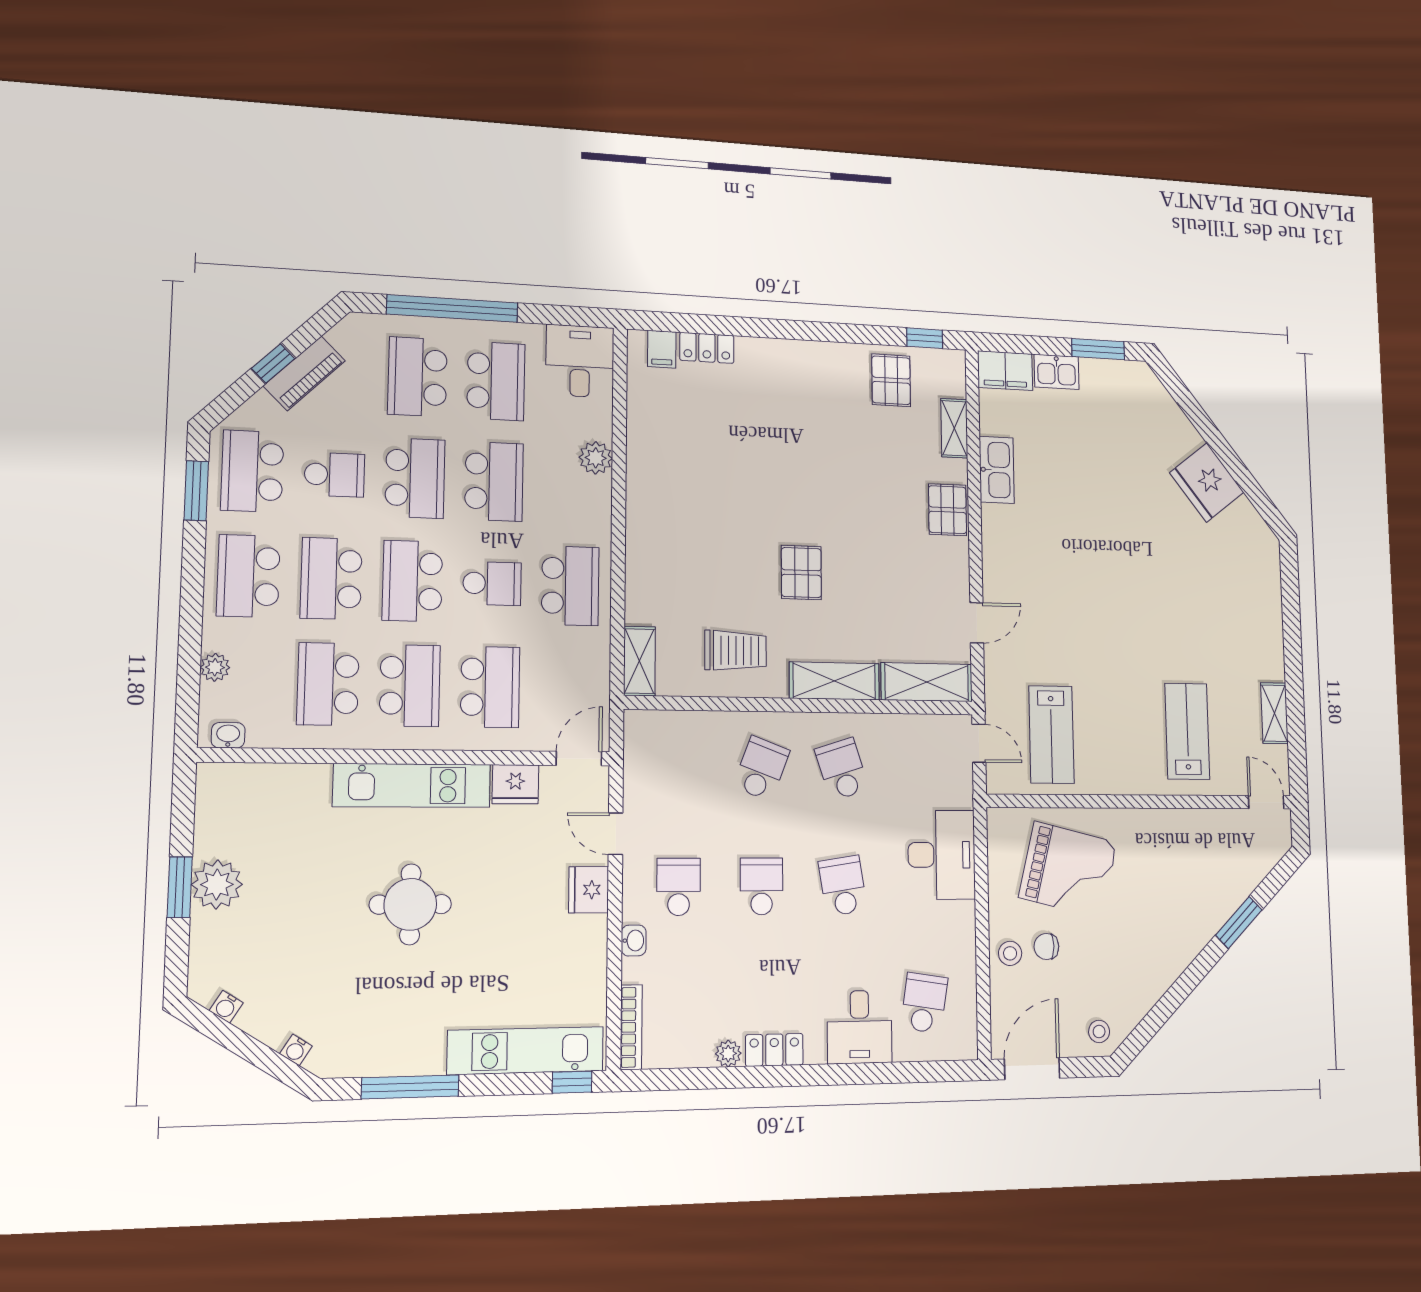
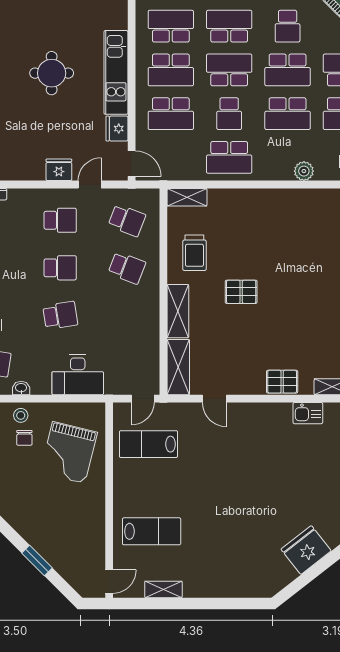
kitchen sink: (997, 470) -> (308, 413), width x0.73
school desk: (842, 769) -> (127, 220), moved, turned 39
washbasin: (634, 941) -> (21, 388), moved, turned 180
chair: (1046, 946) -> (24, 438), turned 180

